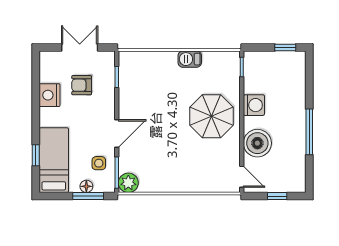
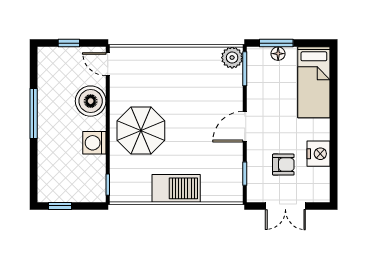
barbecue: (190, 59) -> (176, 188), width x1.88, depth x1.53
door: (117, 133) -> (245, 127), moved
window: (36, 155) -> (334, 88), removed
side table: (99, 163) -> (265, 79), removed

